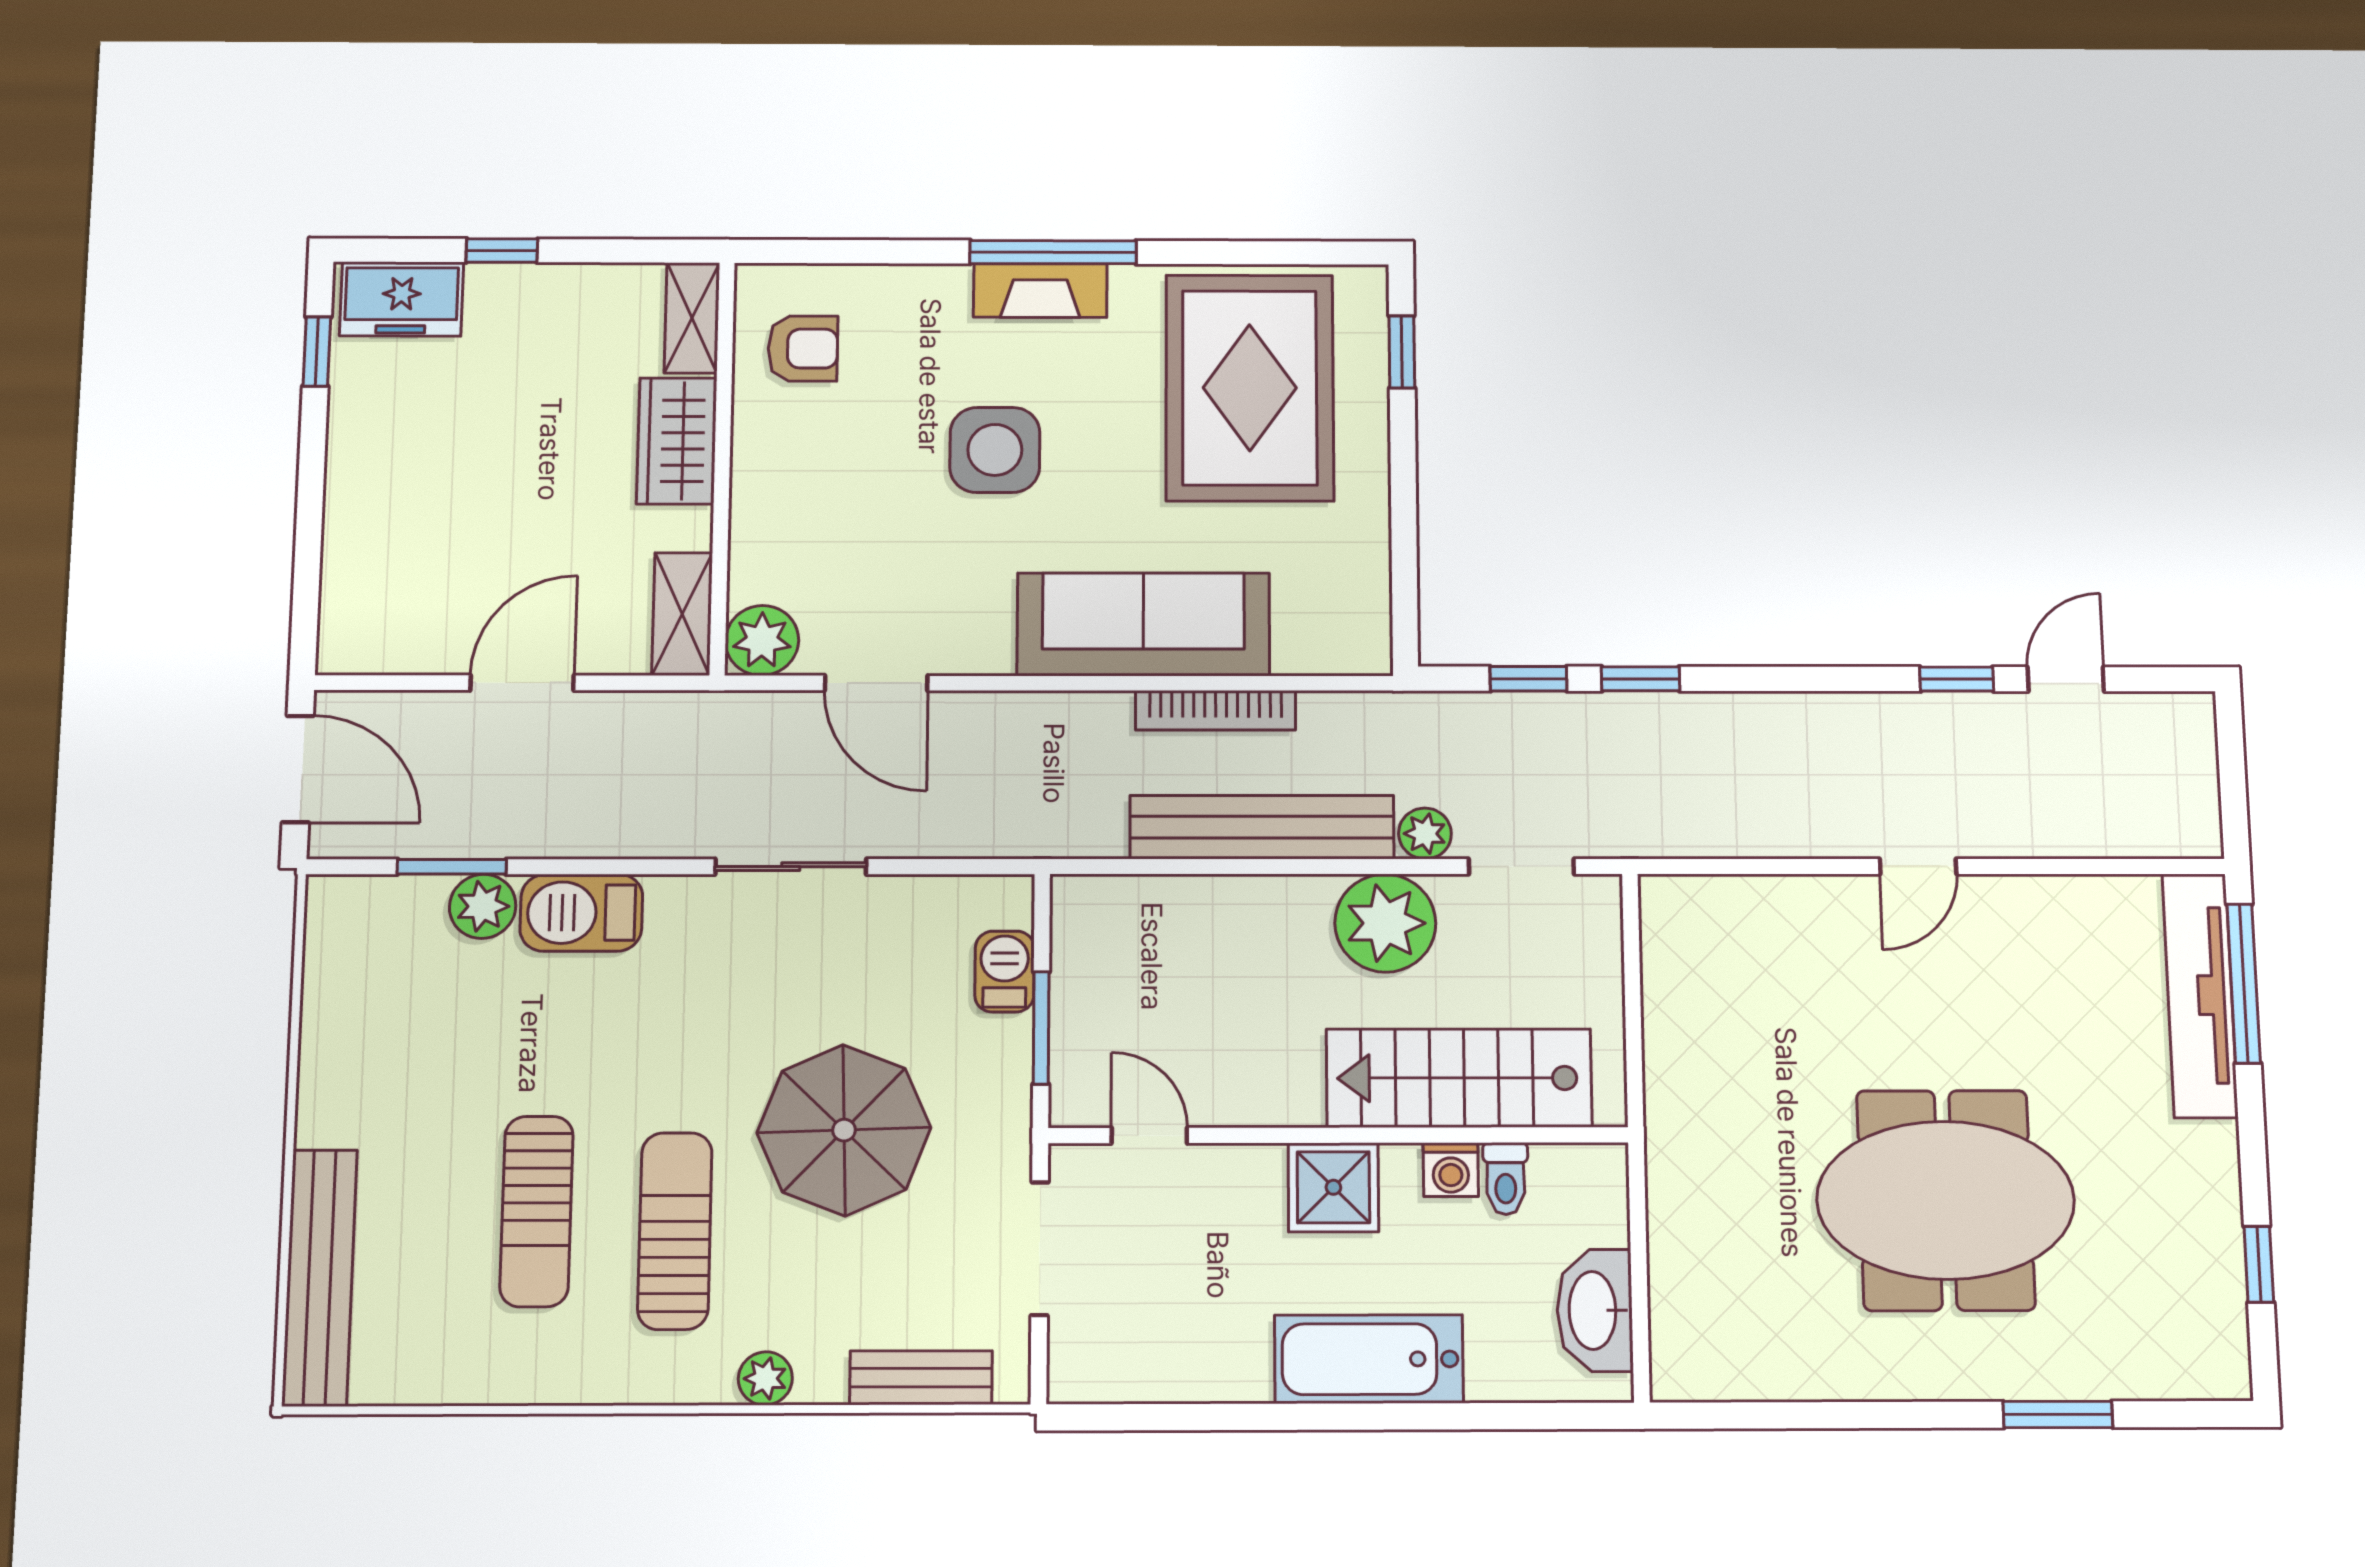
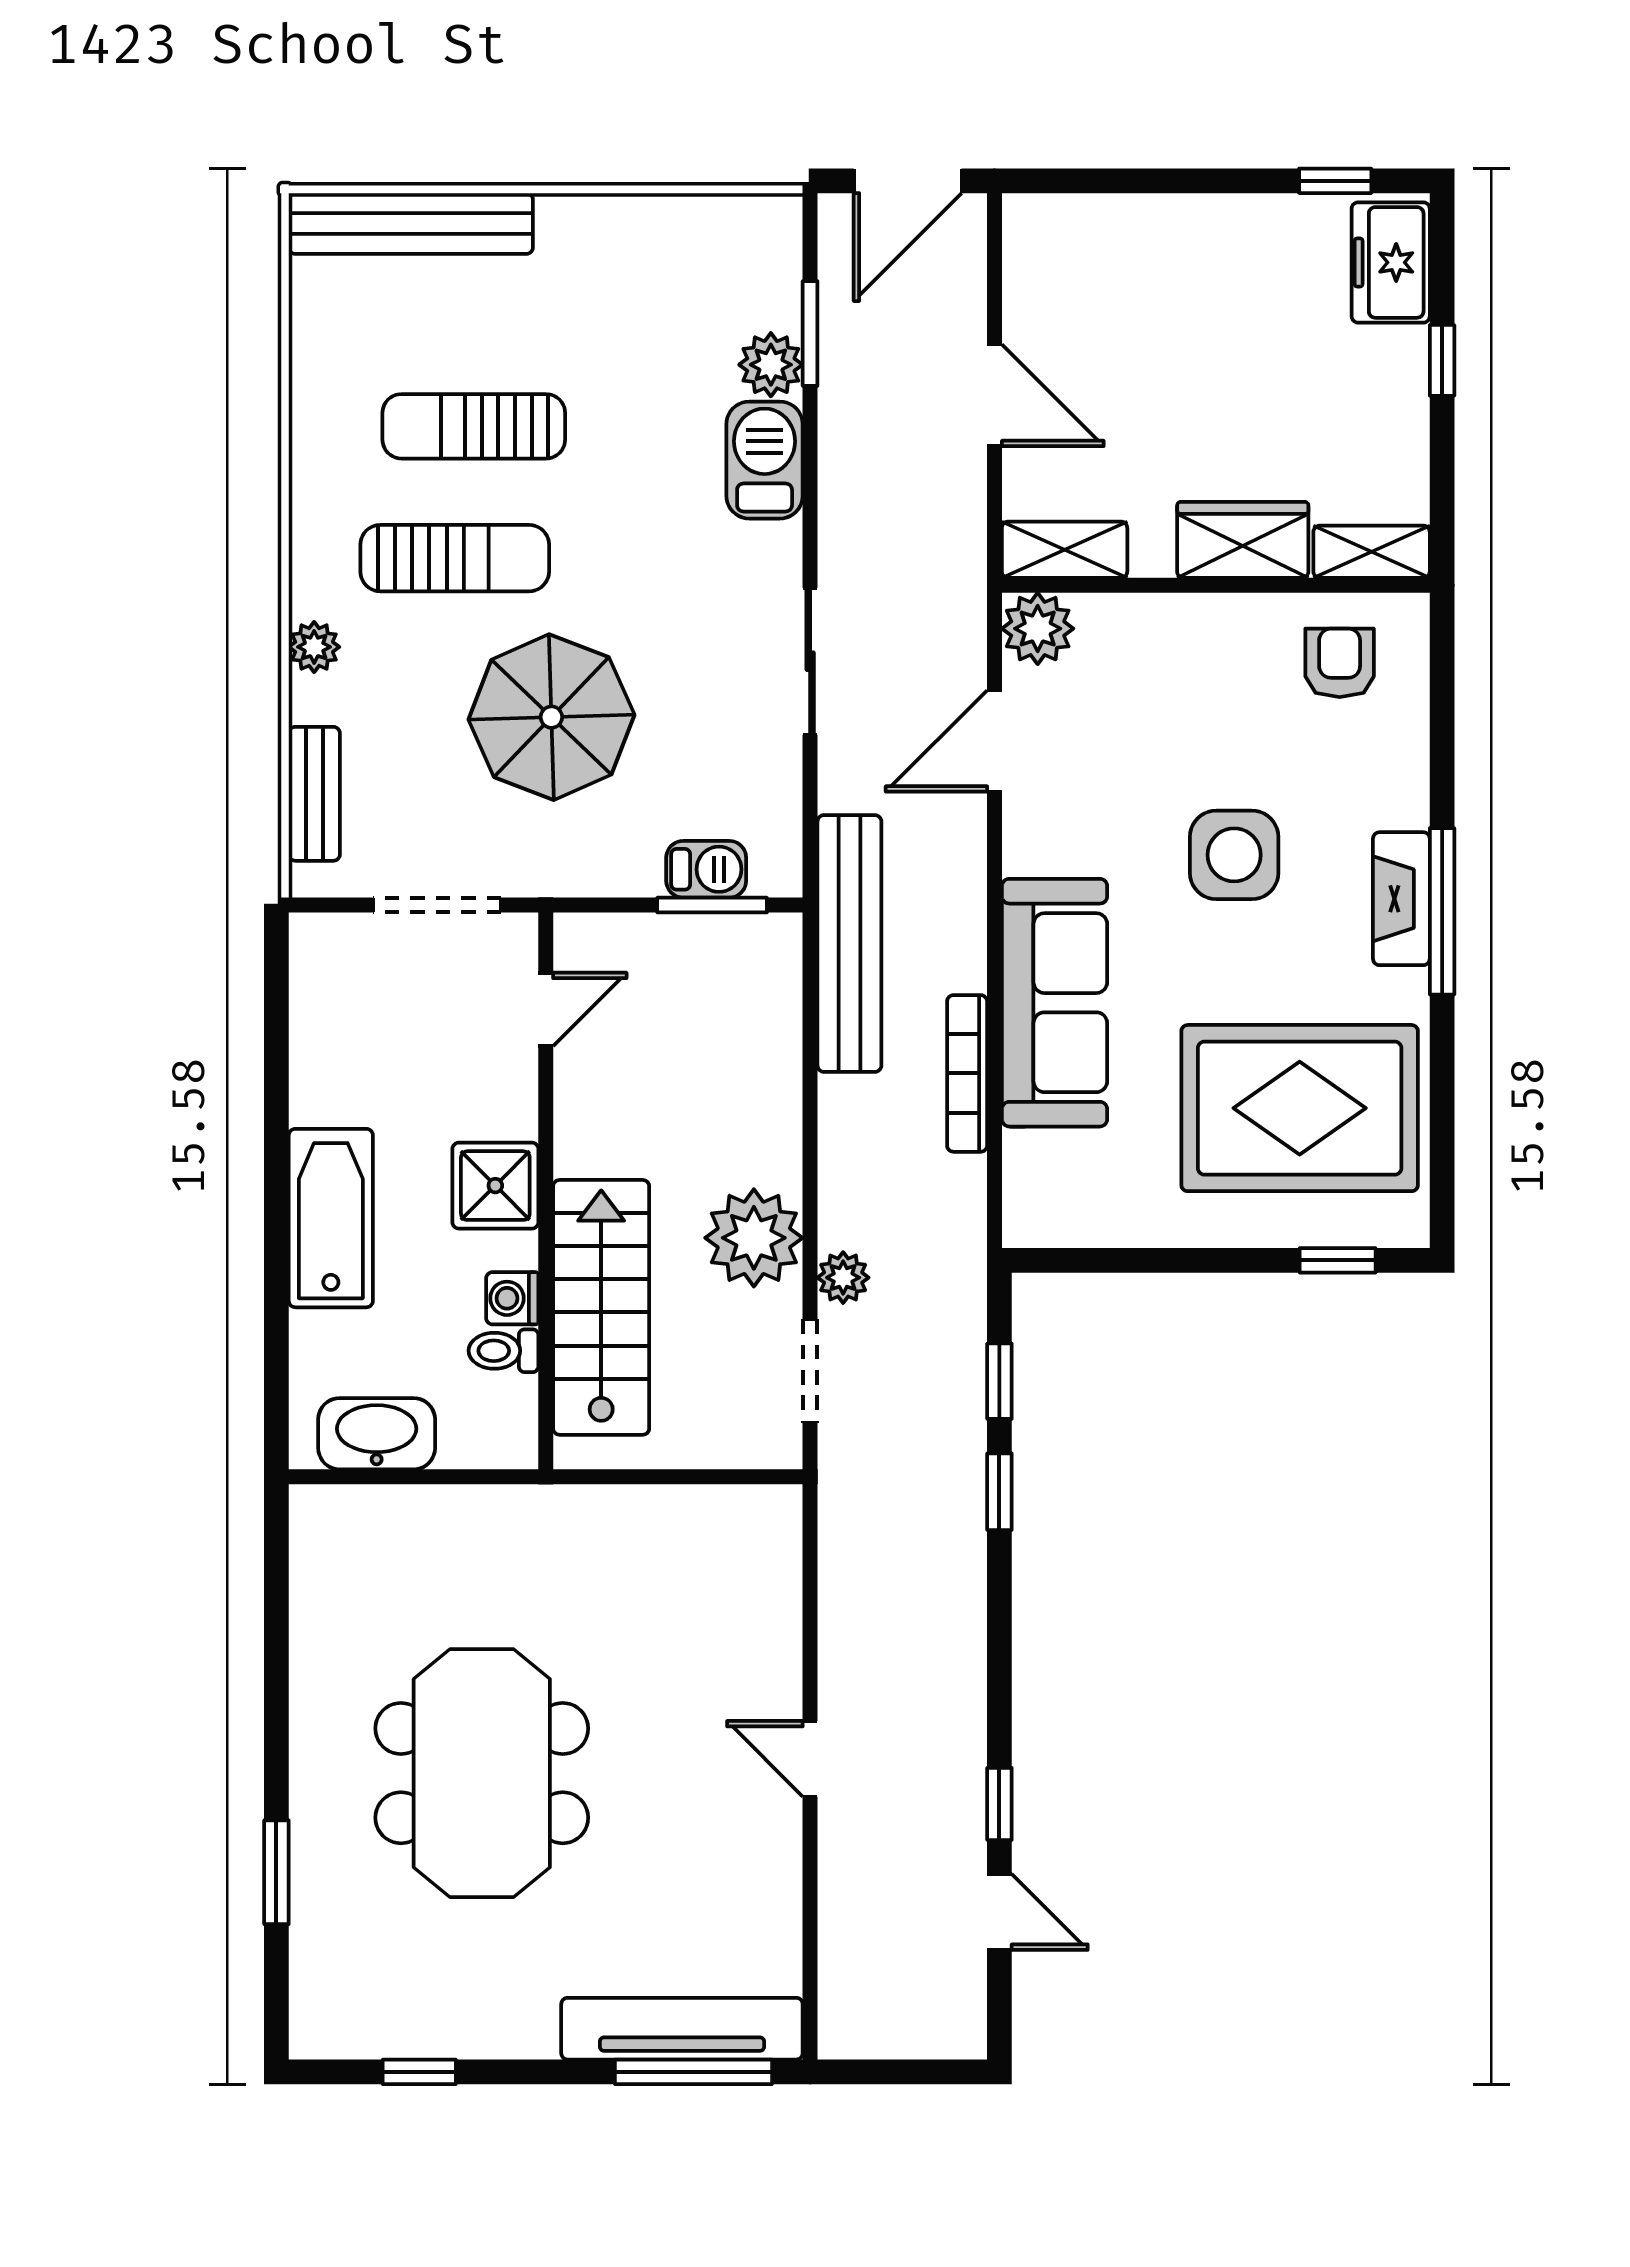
armchair: (803, 349) -> (1340, 663), turned 180
bench: (1262, 827) -> (849, 943), moved
window: (1041, 1028) -> (712, 905), moved

